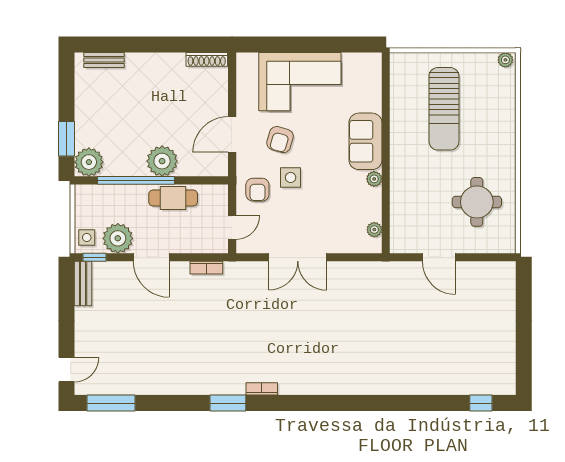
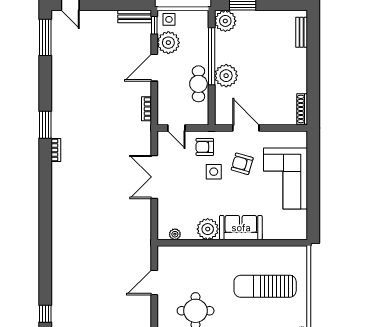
plant: (374, 179) -> (208, 229), width x1.88, depth x1.88

